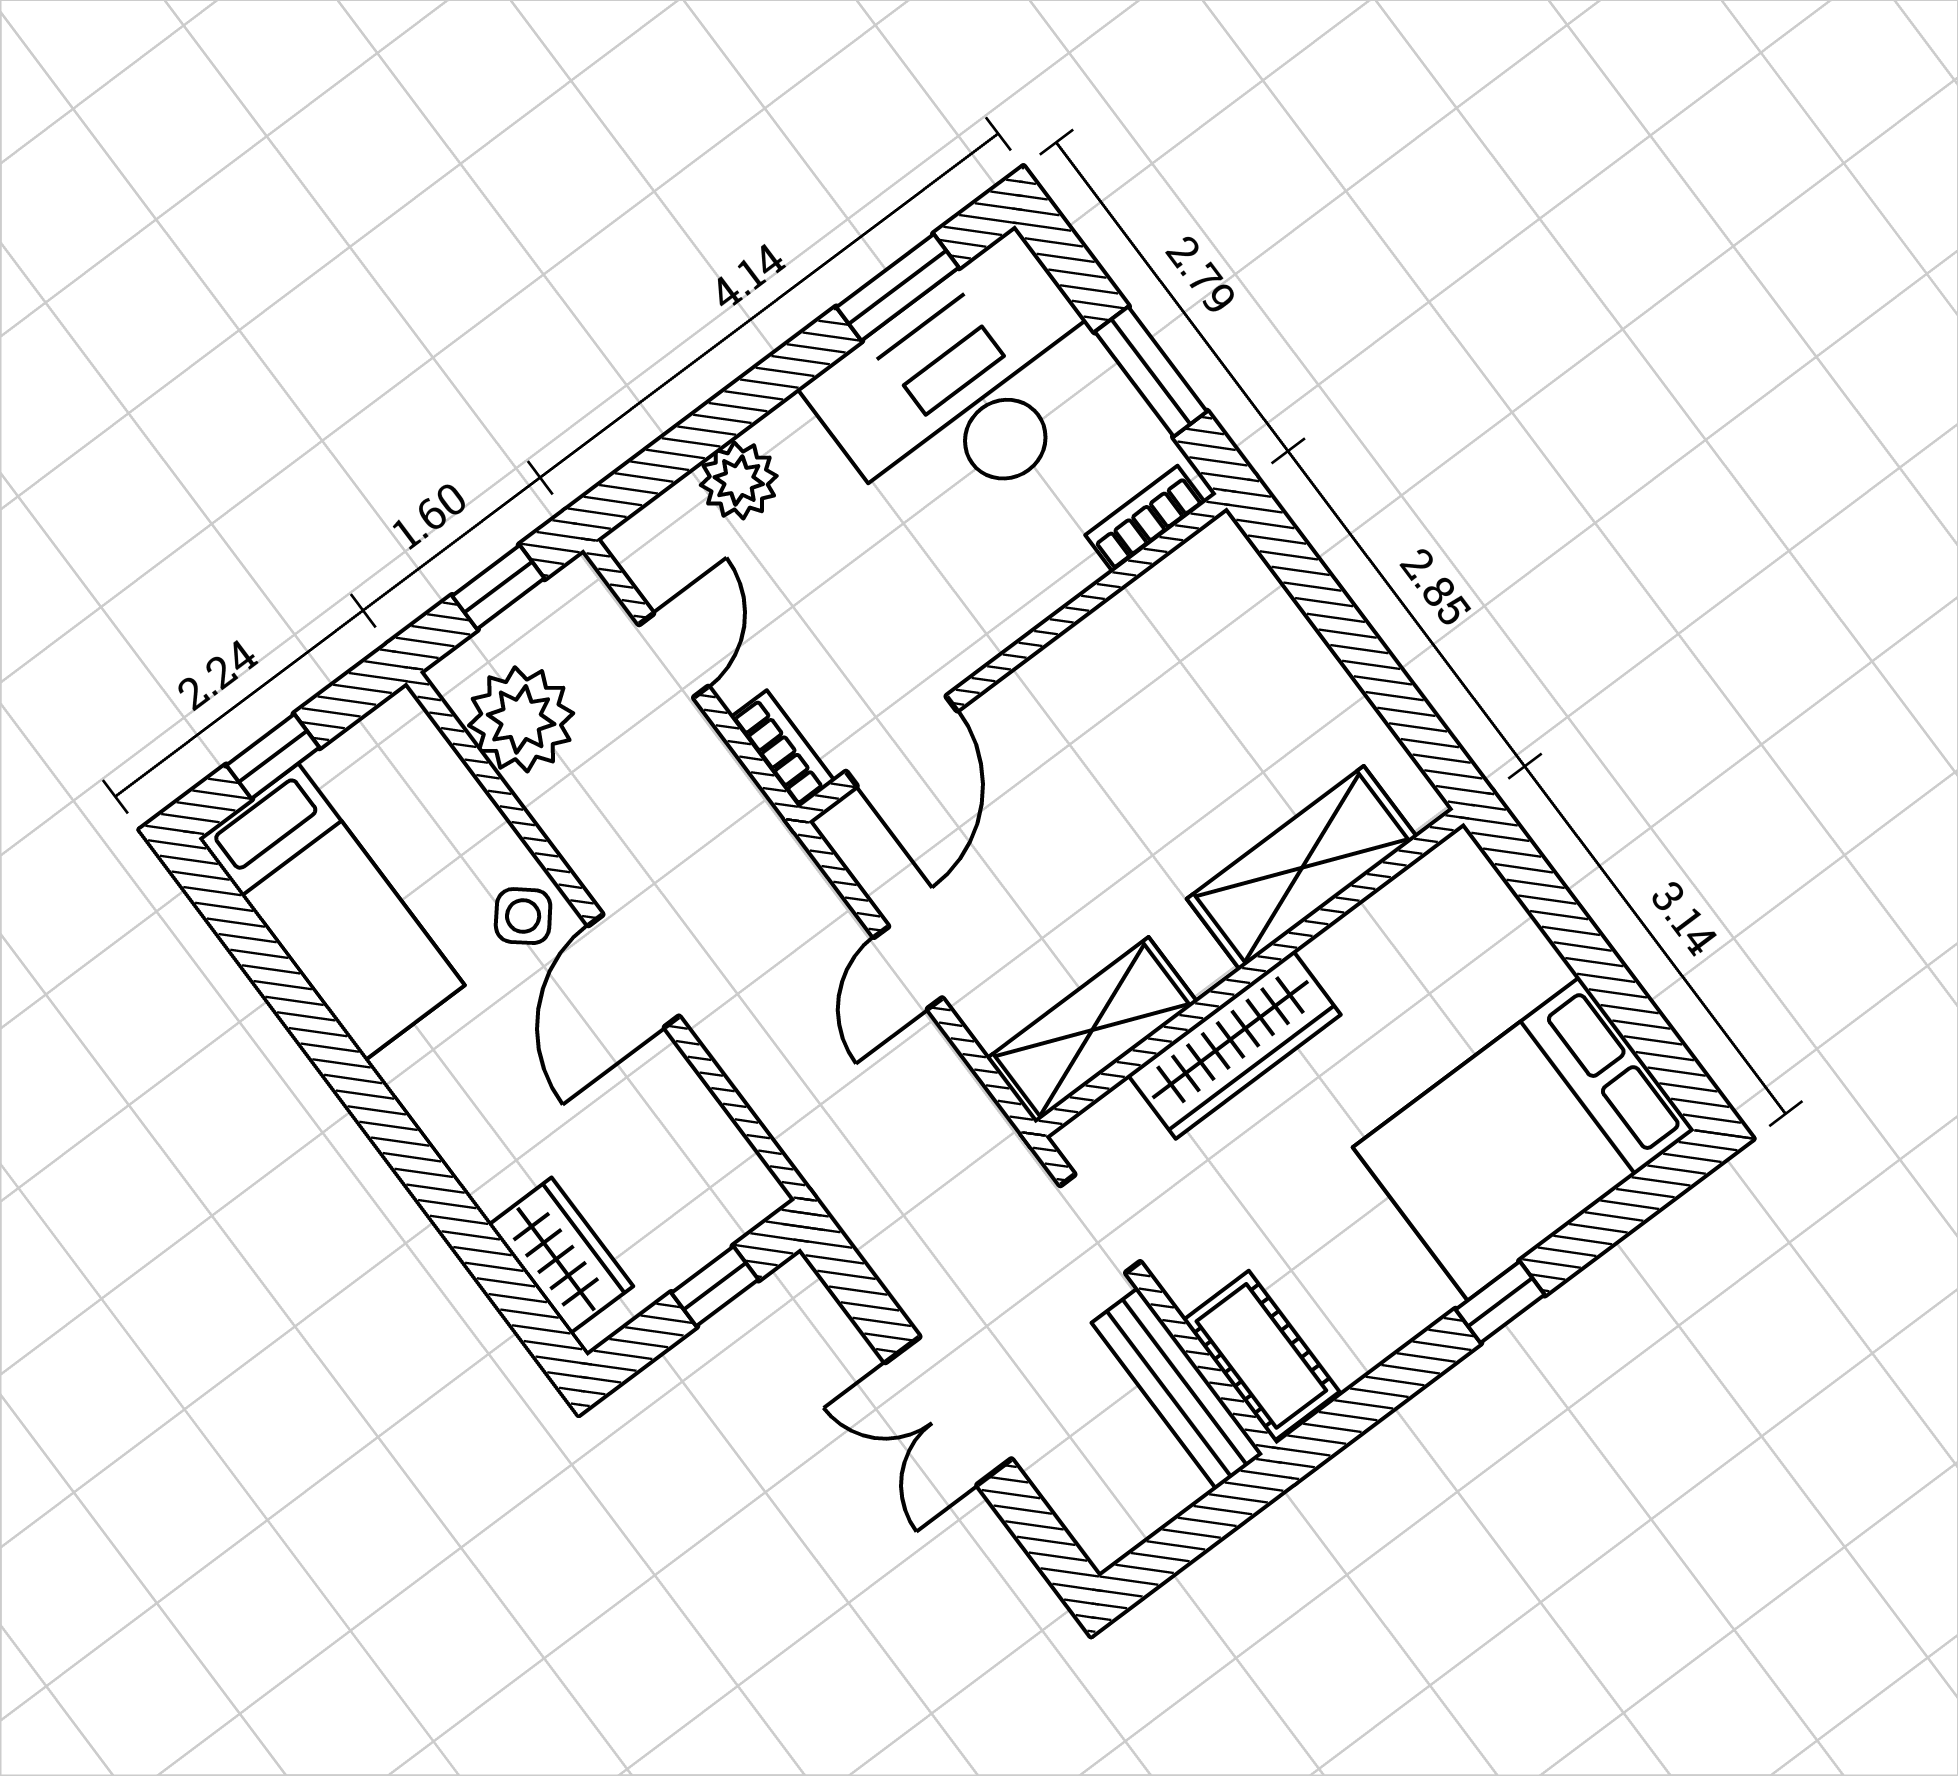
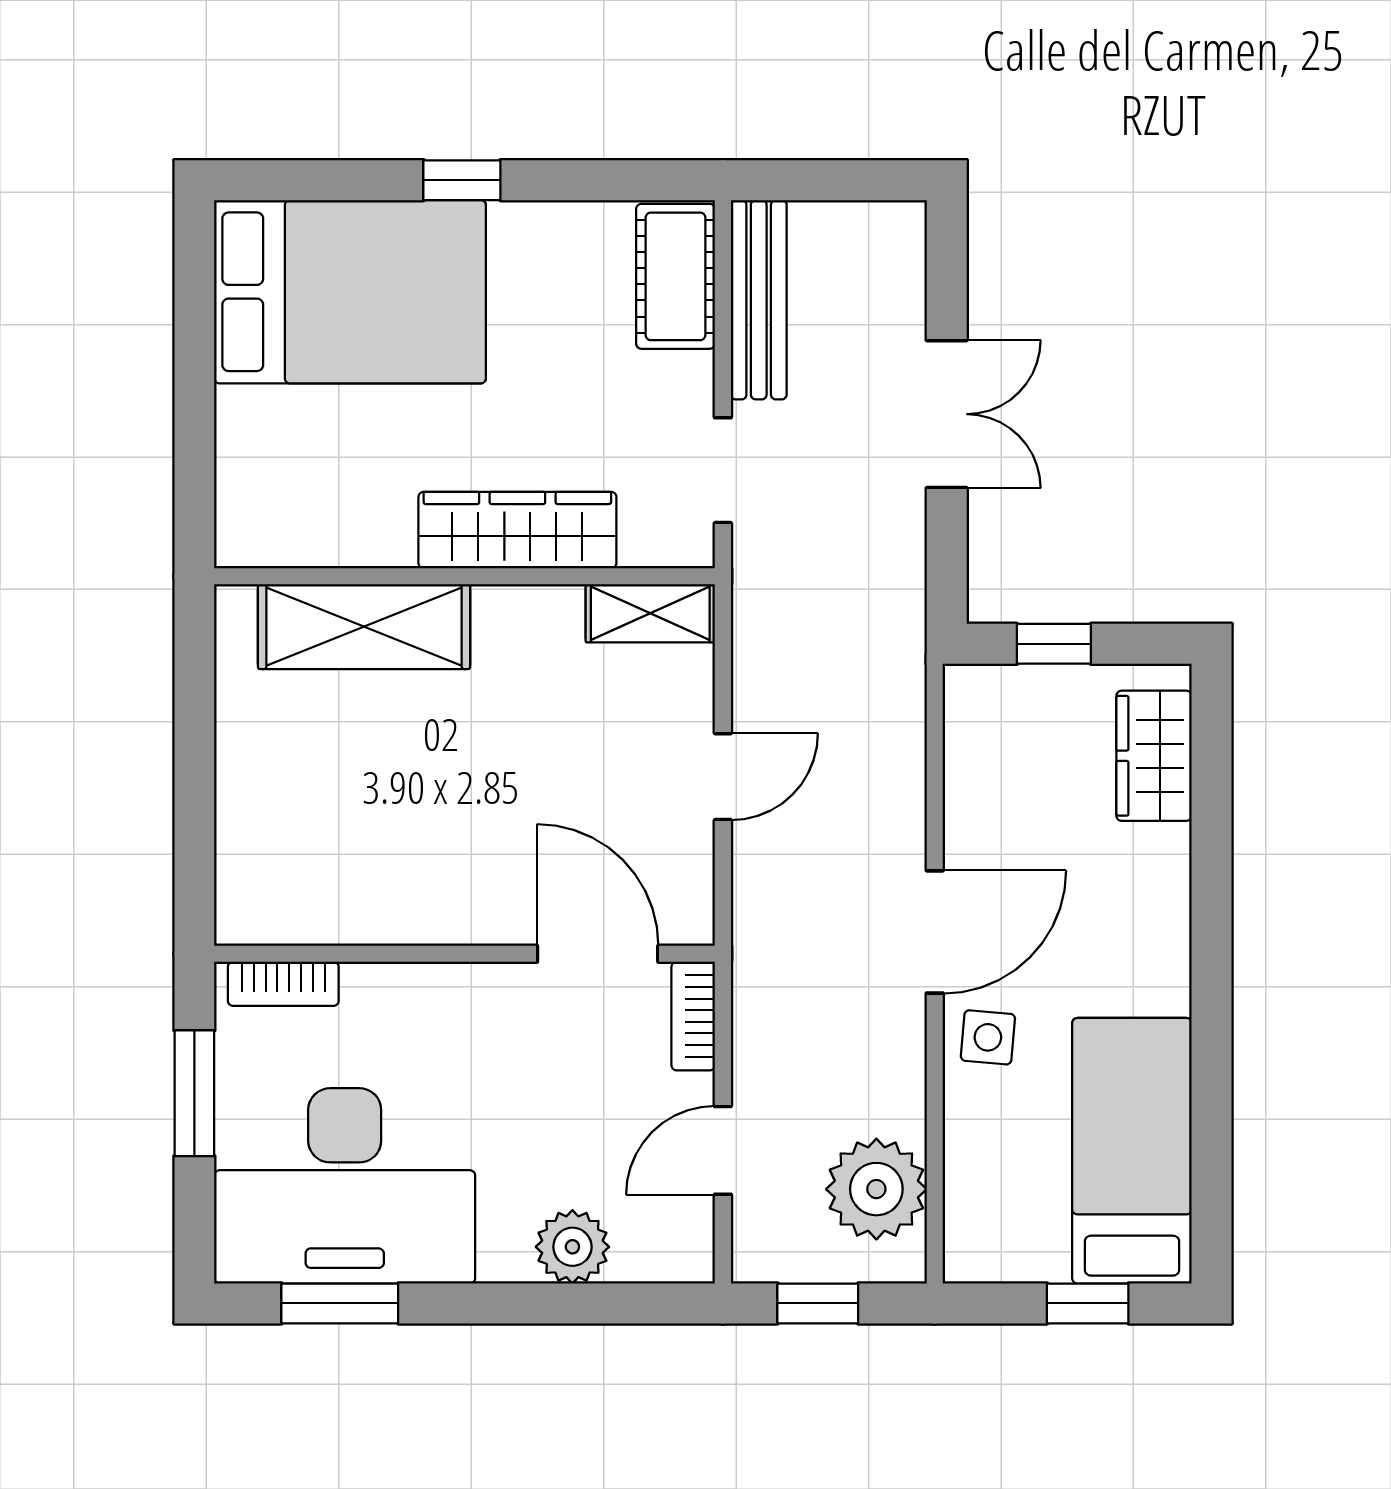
door: (902, 741) -> (598, 954), hinge flipped
side table: (523, 916) -> (988, 1037), turned -35
shelving: (1092, 1030) -> (650, 613), width x0.67, depth x0.75

